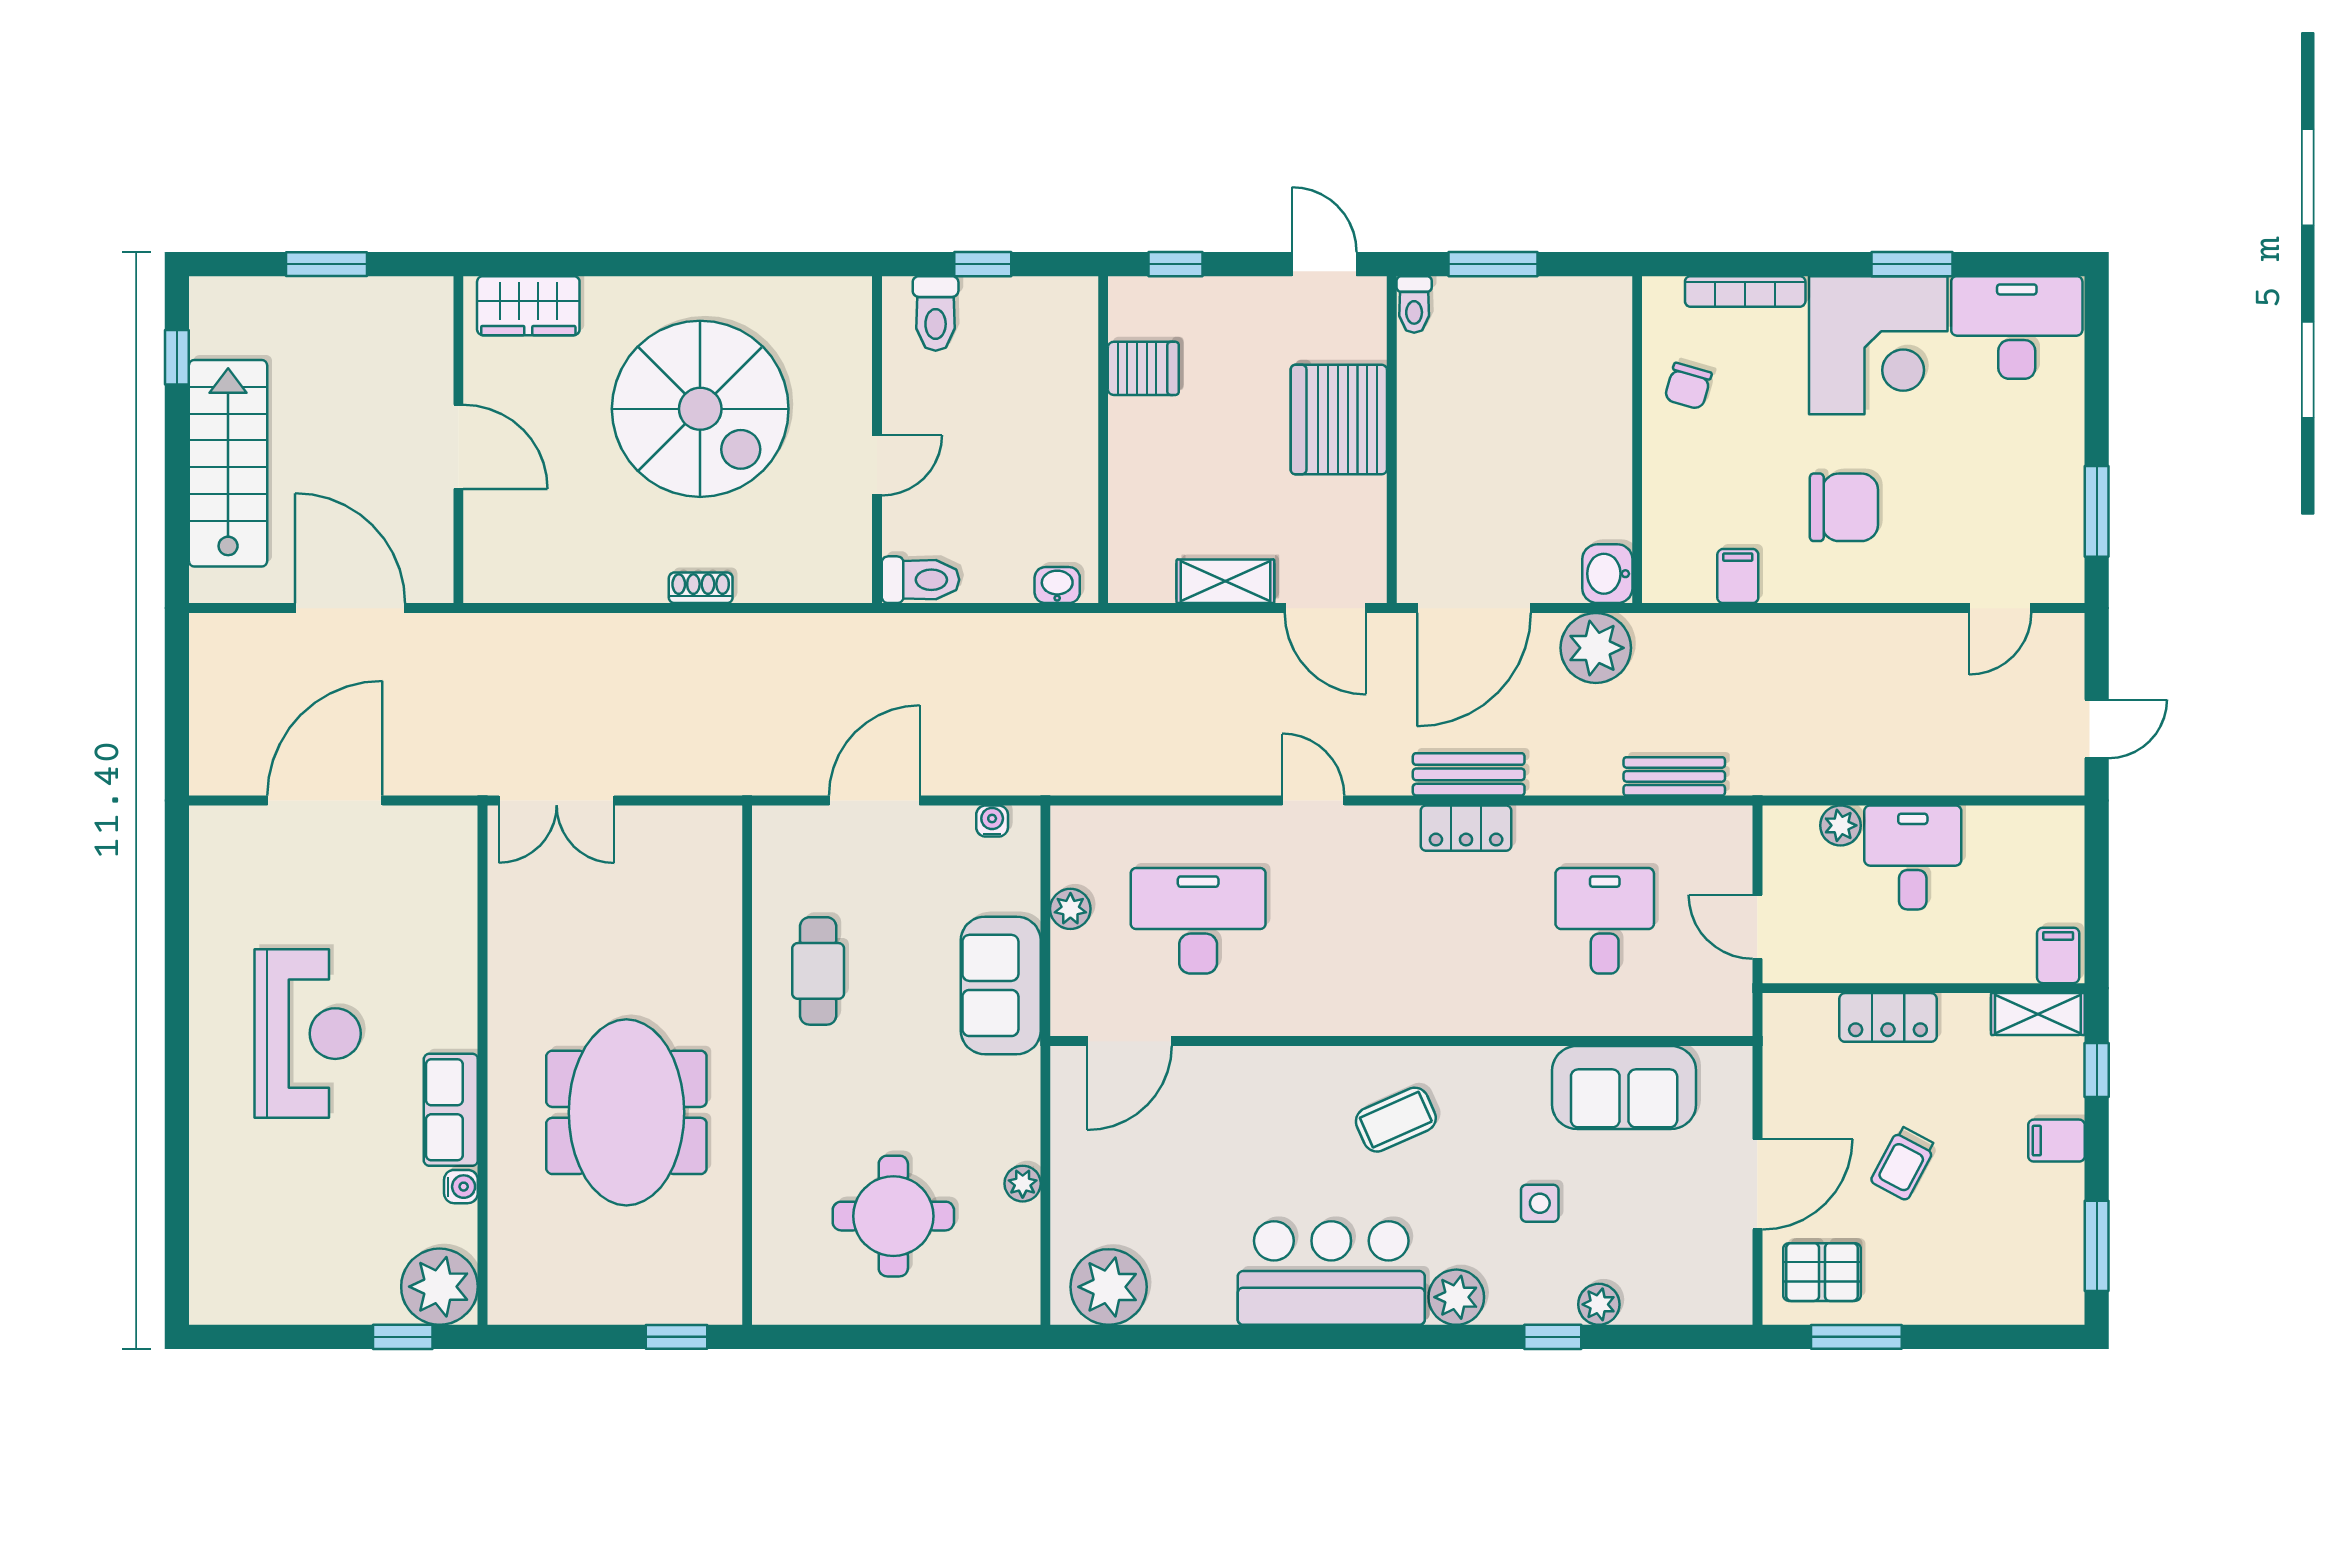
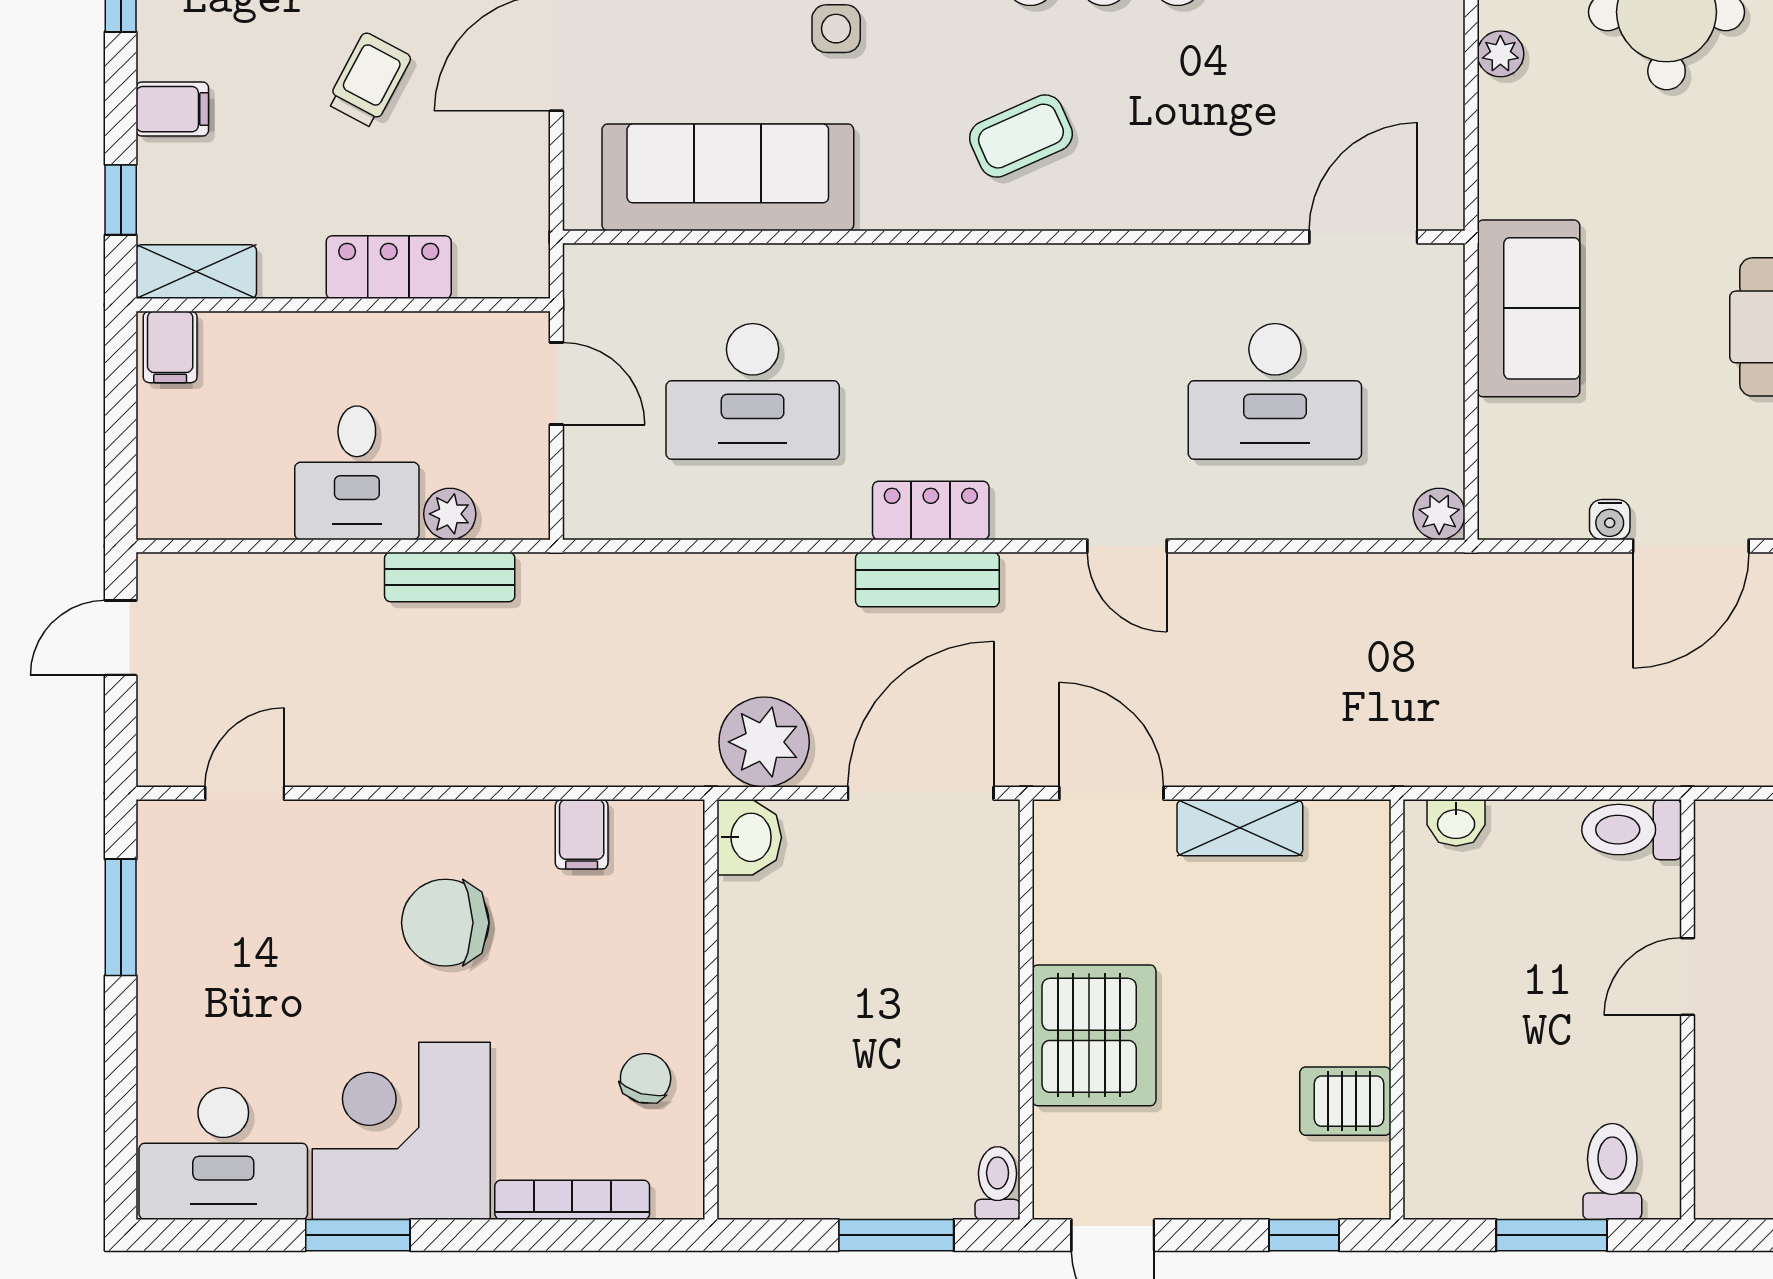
window: (983, 264) -> (1552, 1235), width x1.50
bench: (1674, 776) -> (450, 577), moved
water cooler: (992, 821) -> (1610, 520), moved
plant: (1070, 909) -> (1439, 514), moved
desk: (1605, 921) -> (753, 391), width x1.37
sofa: (1624, 1087) -> (728, 177), width x1.36

